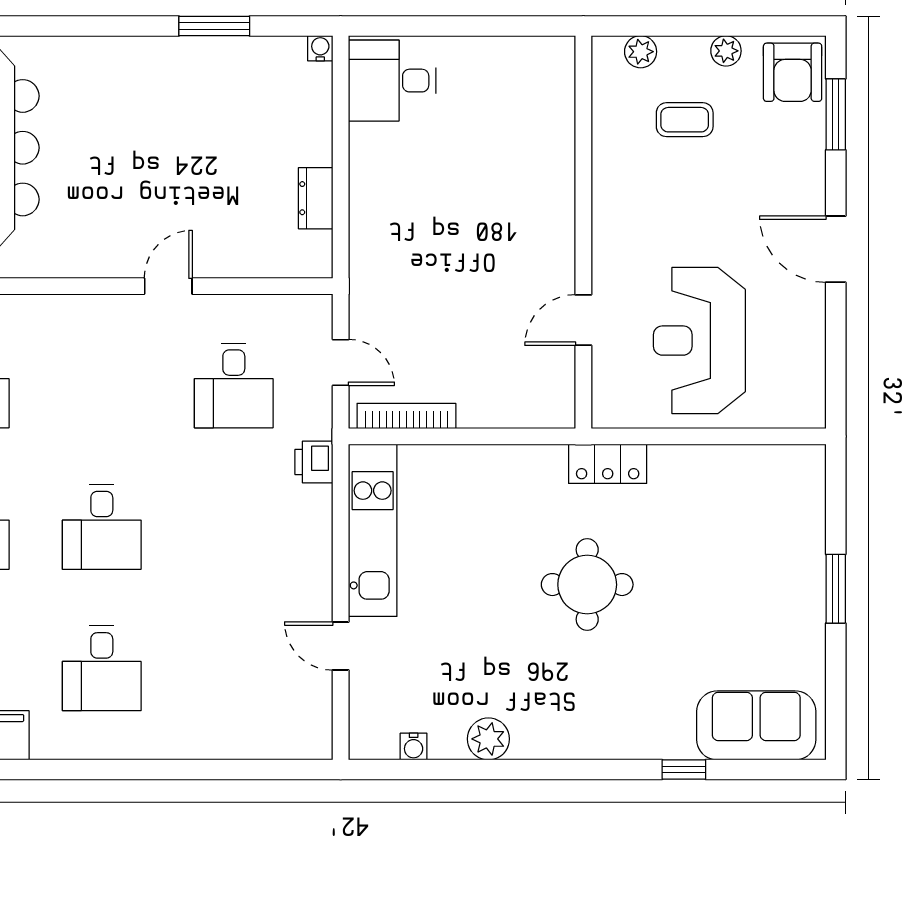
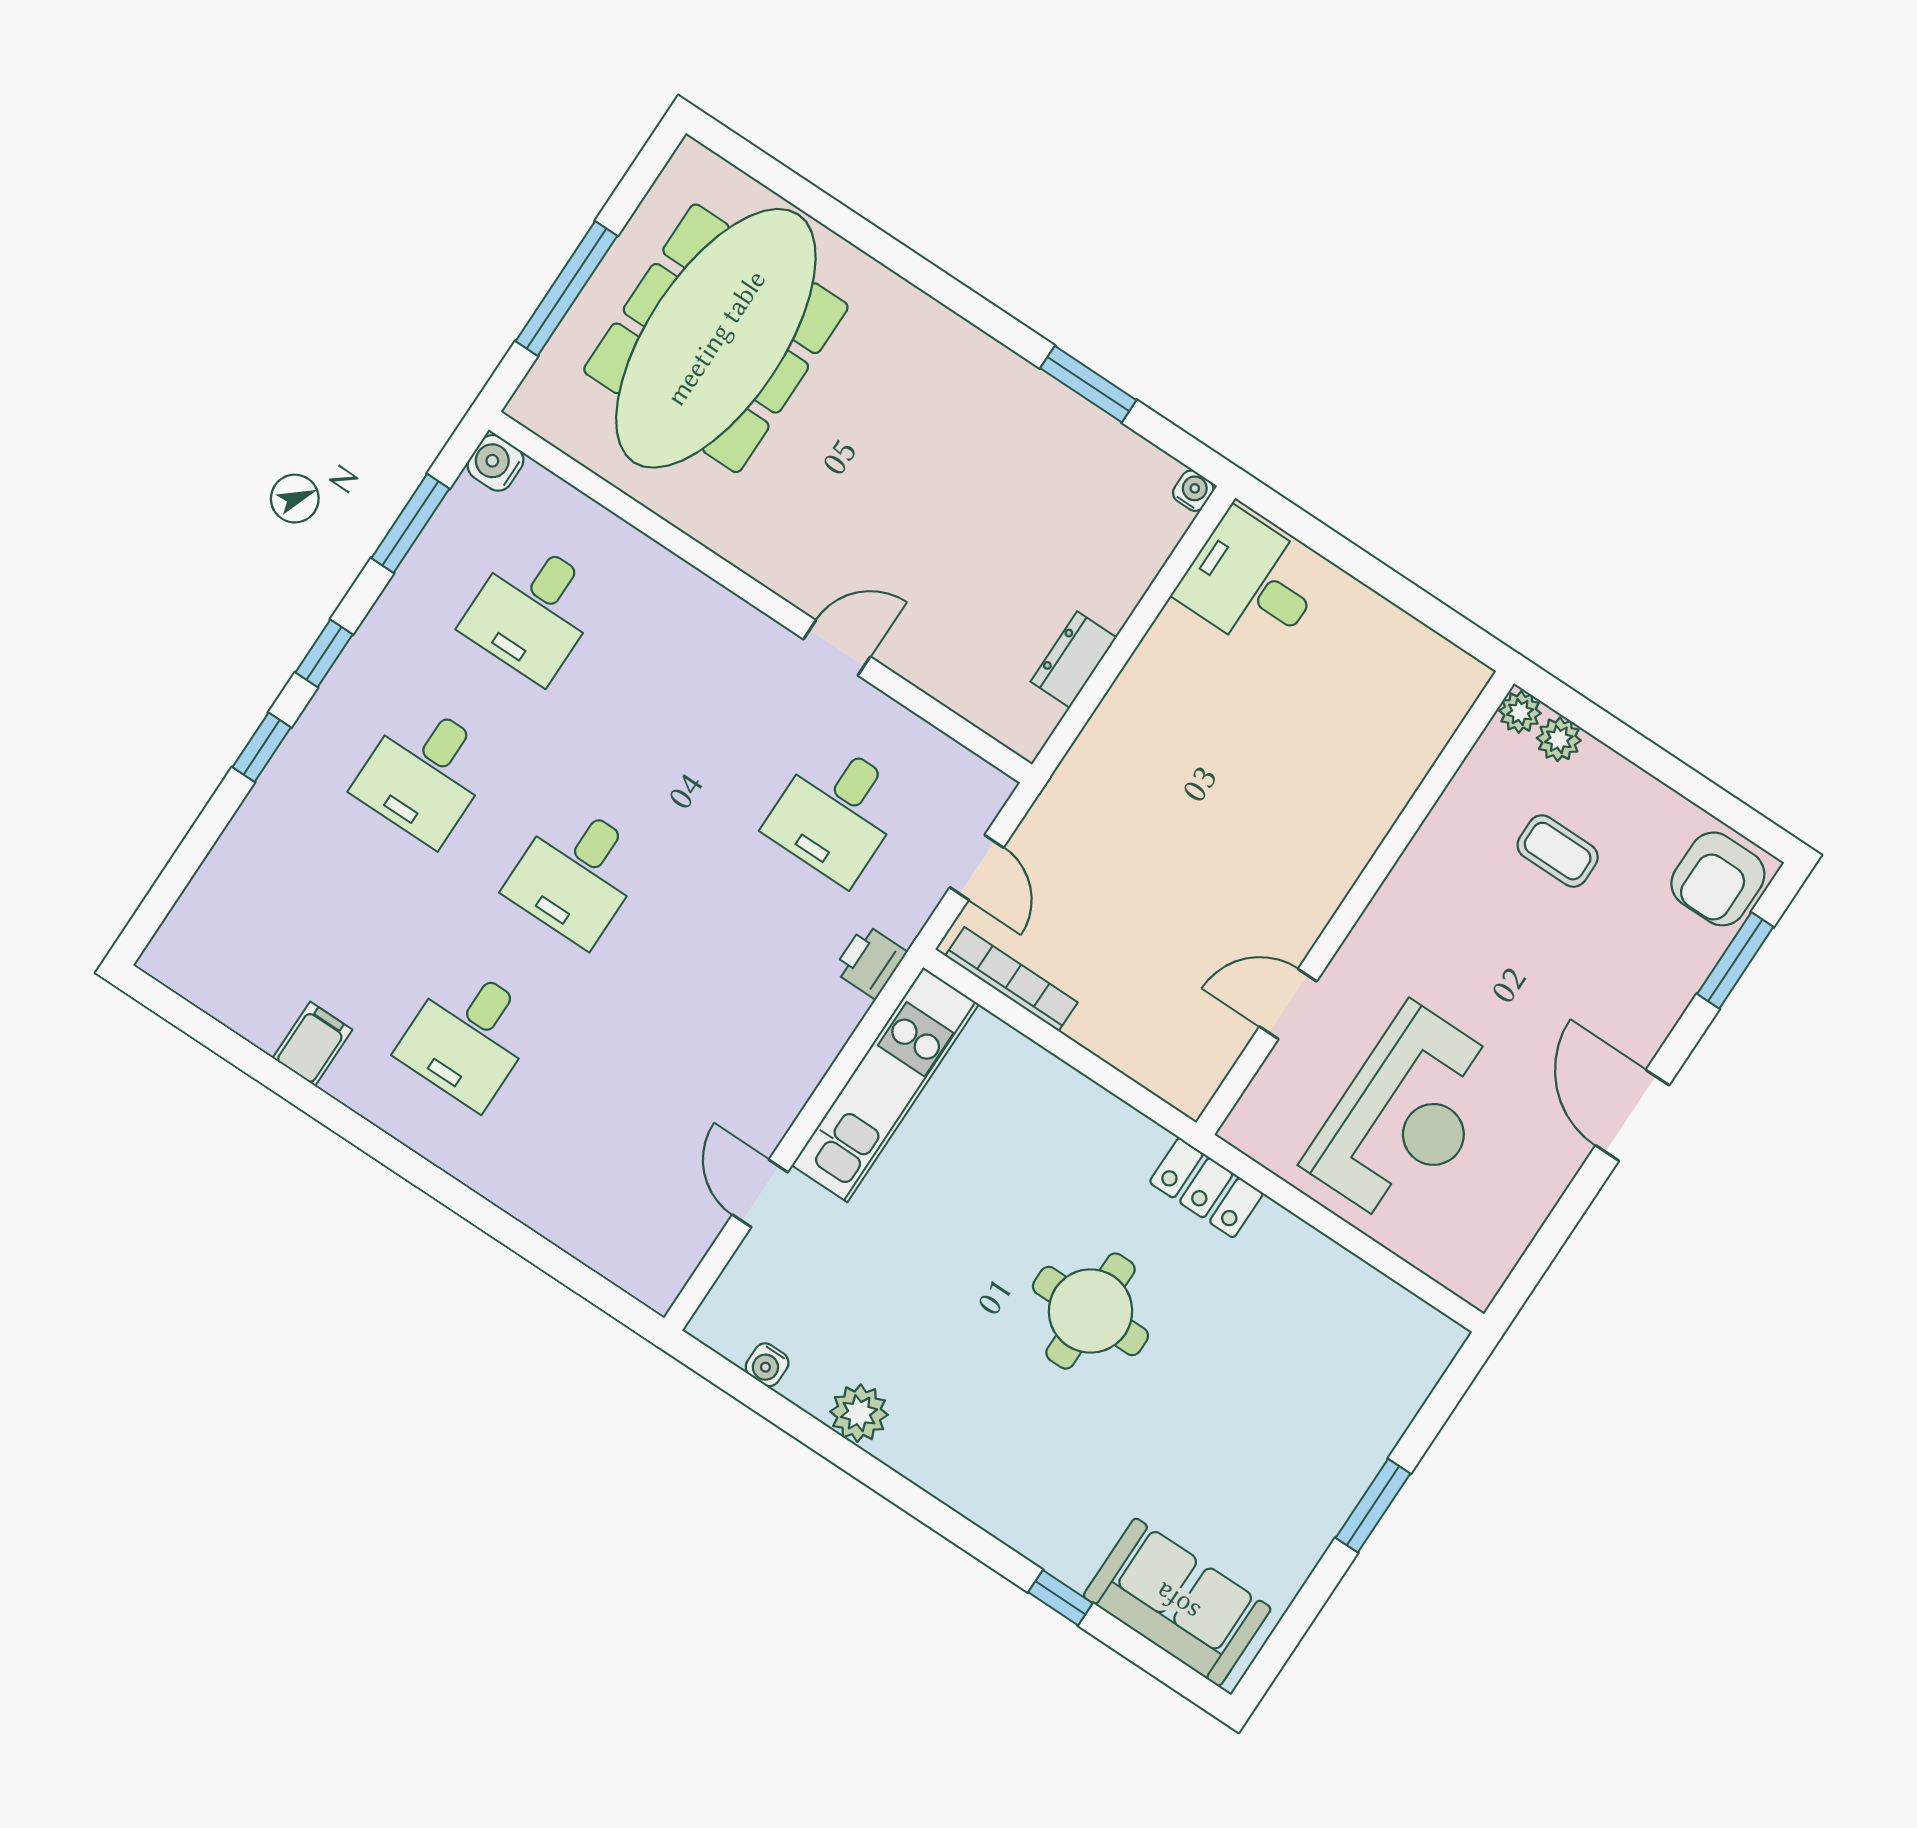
plant: (726, 51) -> (1520, 712), moved
reception desk: (699, 341) -> (1406, 1116), turned 180

